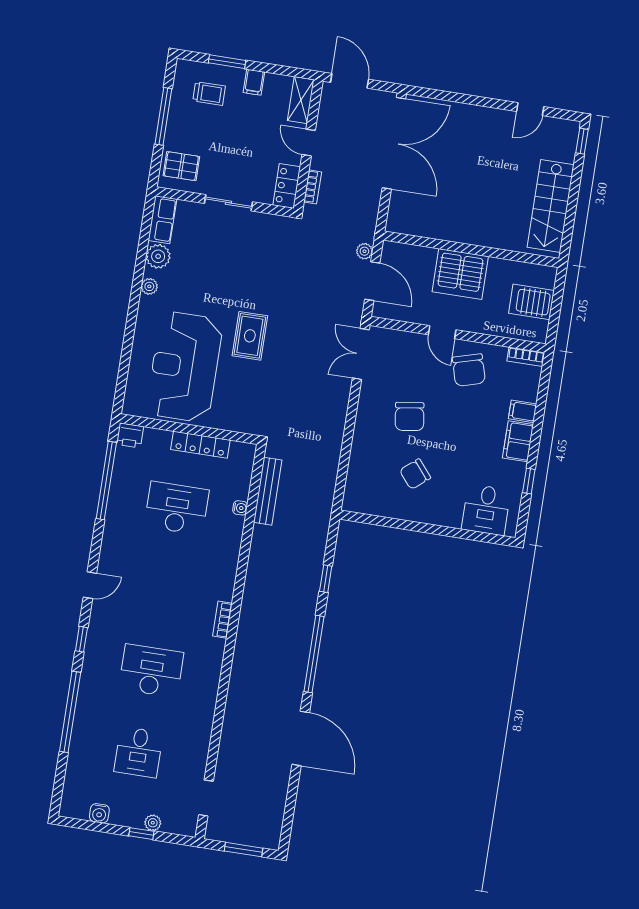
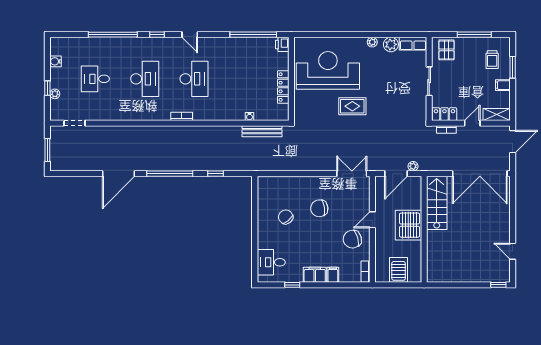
stairs: (551, 206) -> (437, 203), moved, turned 90
desk: (177, 508) -> (194, 79), moved

